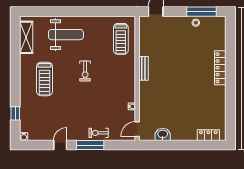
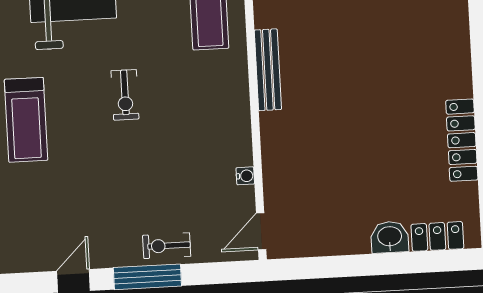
bench: (143, 68) -> (268, 70), width x1.36
locker: (220, 68) -> (462, 140), moved
washbasin: (163, 134) -> (390, 237), moved

